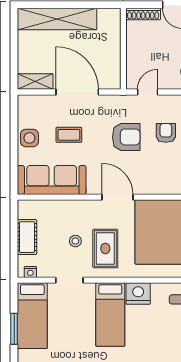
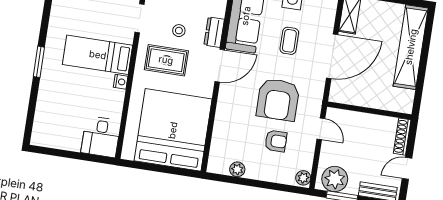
armchair: (126, 137) -> (278, 100), width x1.36, depth x1.36
door: (118, 197) -> (220, 66), moved
dresser: (72, 207) -> (214, 32), added
nightstand: (138, 294) -> (121, 82), width x0.53, depth x0.56

